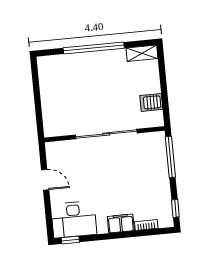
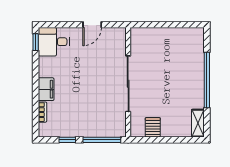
window: (175, 208) -> (67, 140), moved
desk: (74, 219) -> (54, 42), width x0.73

